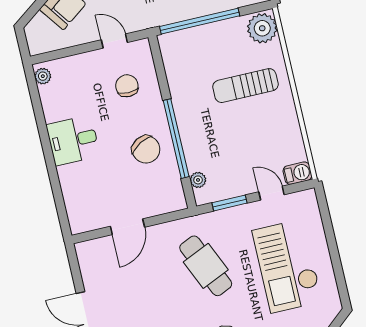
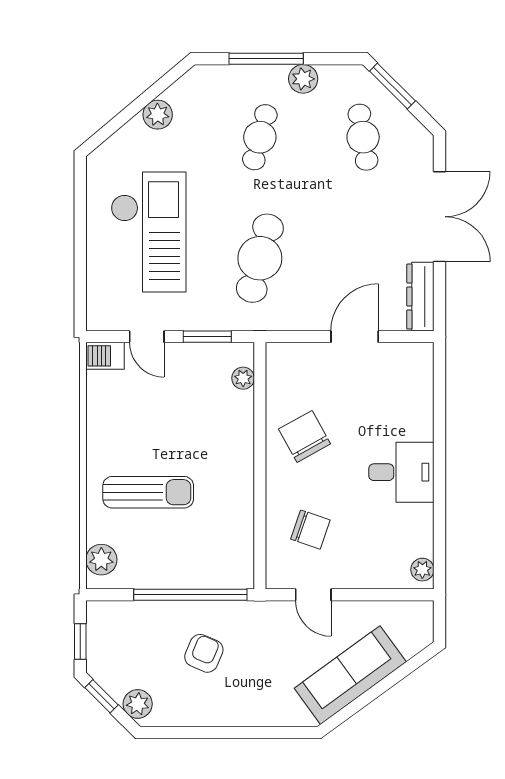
plant: (262, 28) -> (101, 560), width x0.73, depth x0.73
chair: (127, 86) -> (310, 530), turned -71
window: (176, 139) -> (260, 442), removed
dresser: (88, 265) -> (420, 297), added
cafe table: (206, 266) -> (260, 258), turned 39

